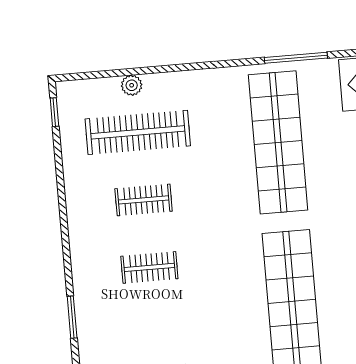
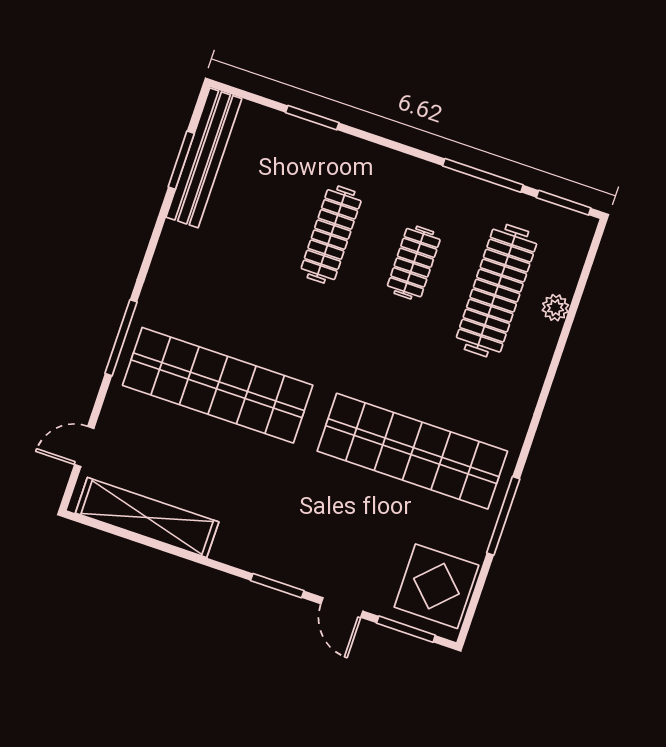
window: (54, 112) -> (564, 203), width x1.50
window: (60, 178) -> (483, 175), added
clothes rail: (149, 267) -> (331, 235), width x1.36

